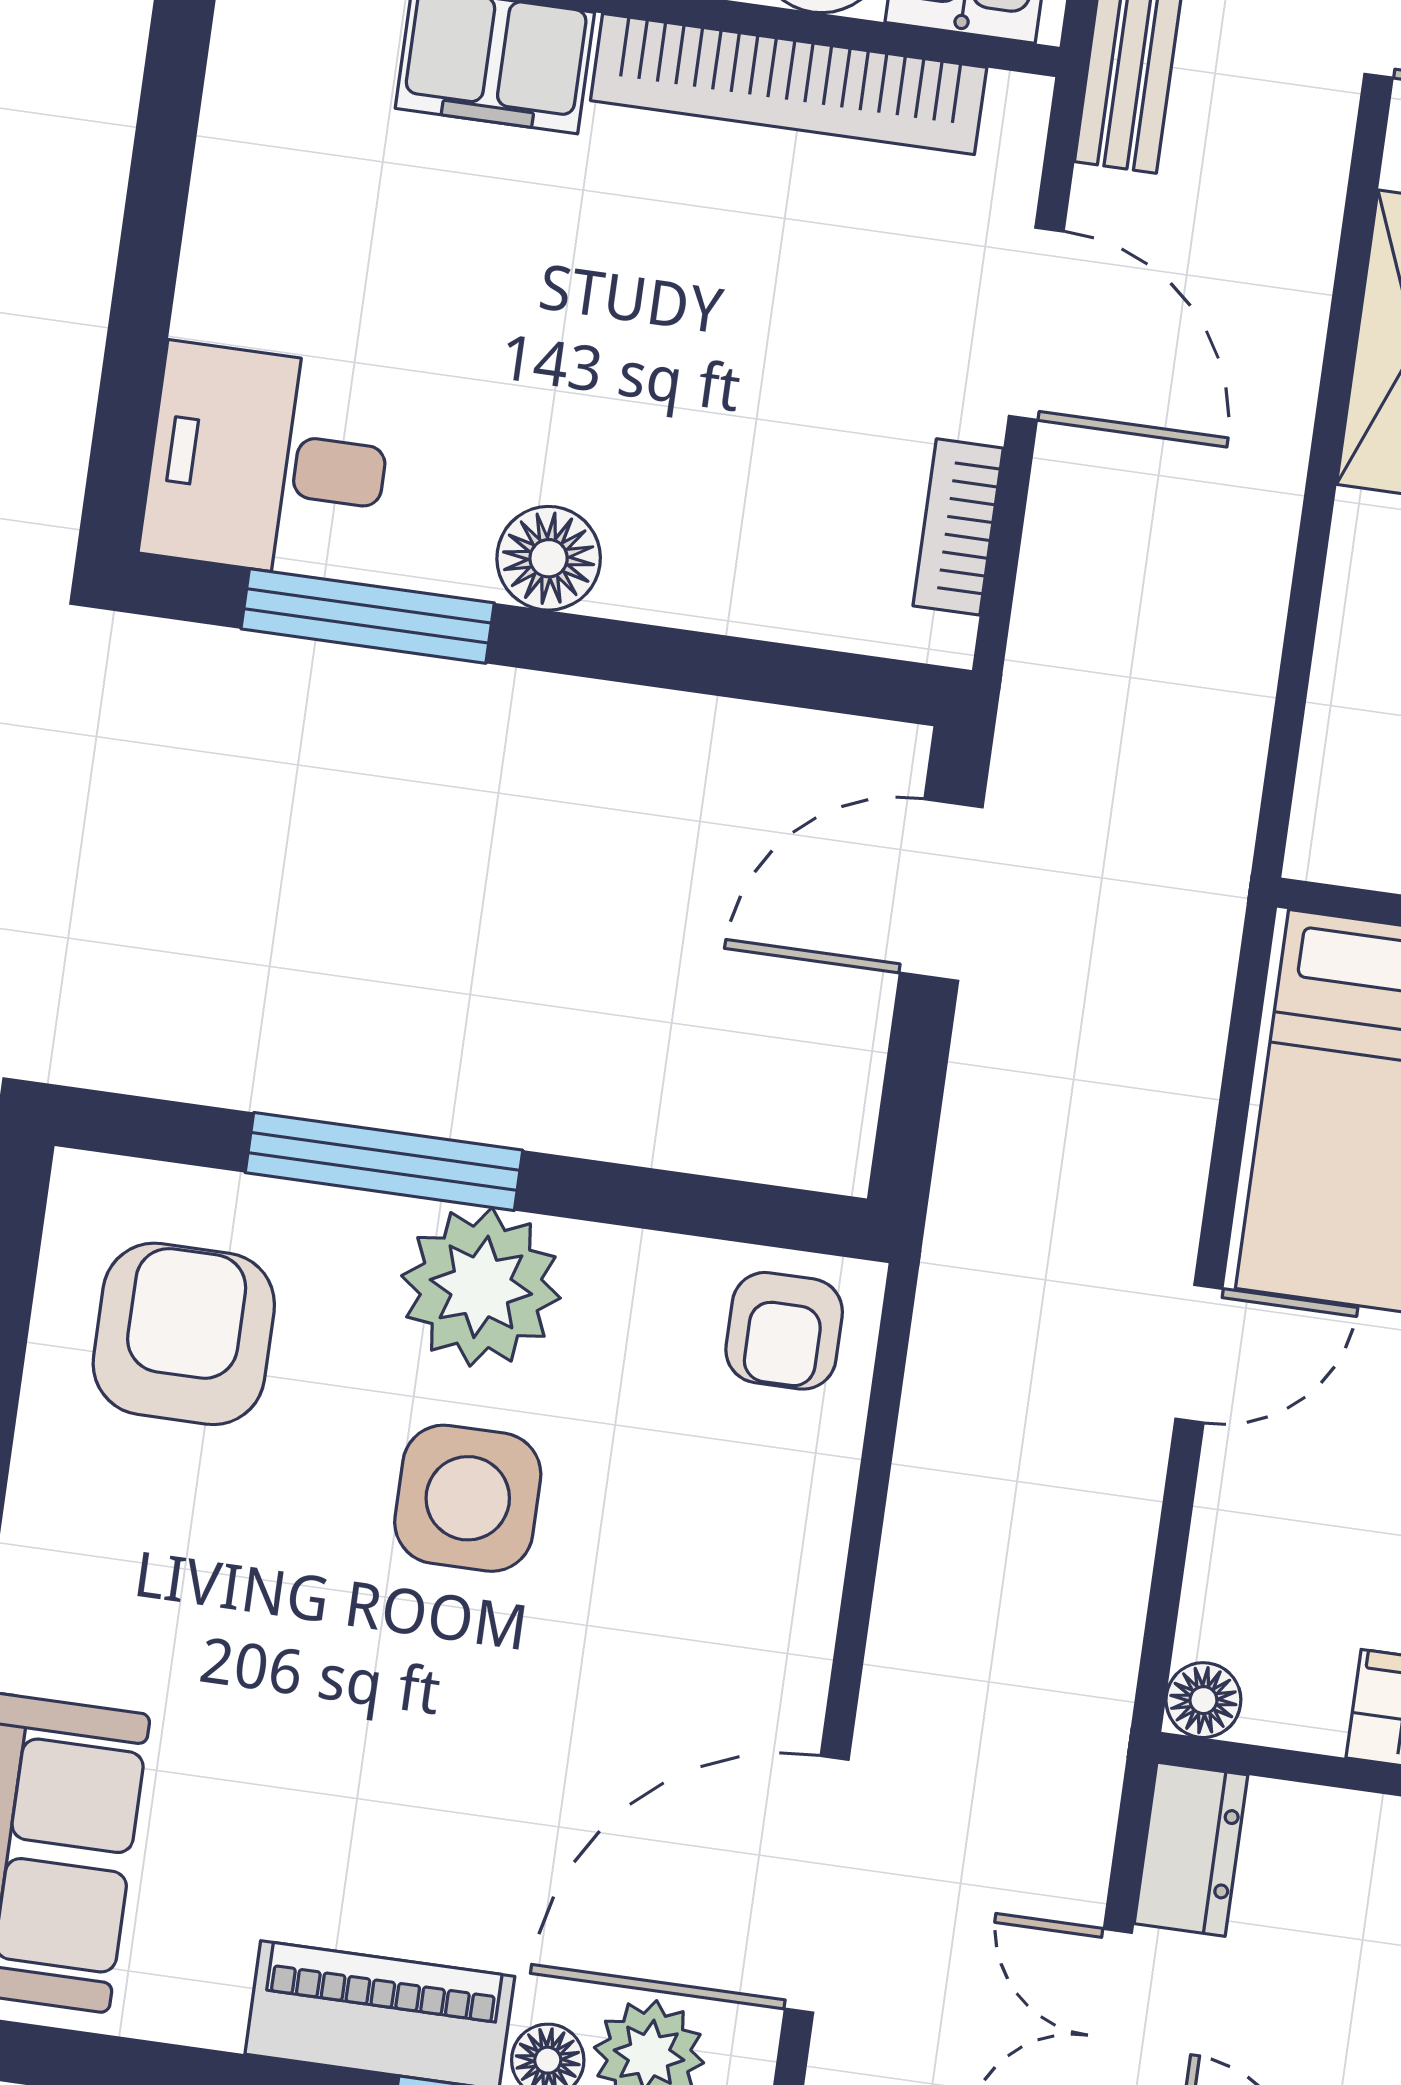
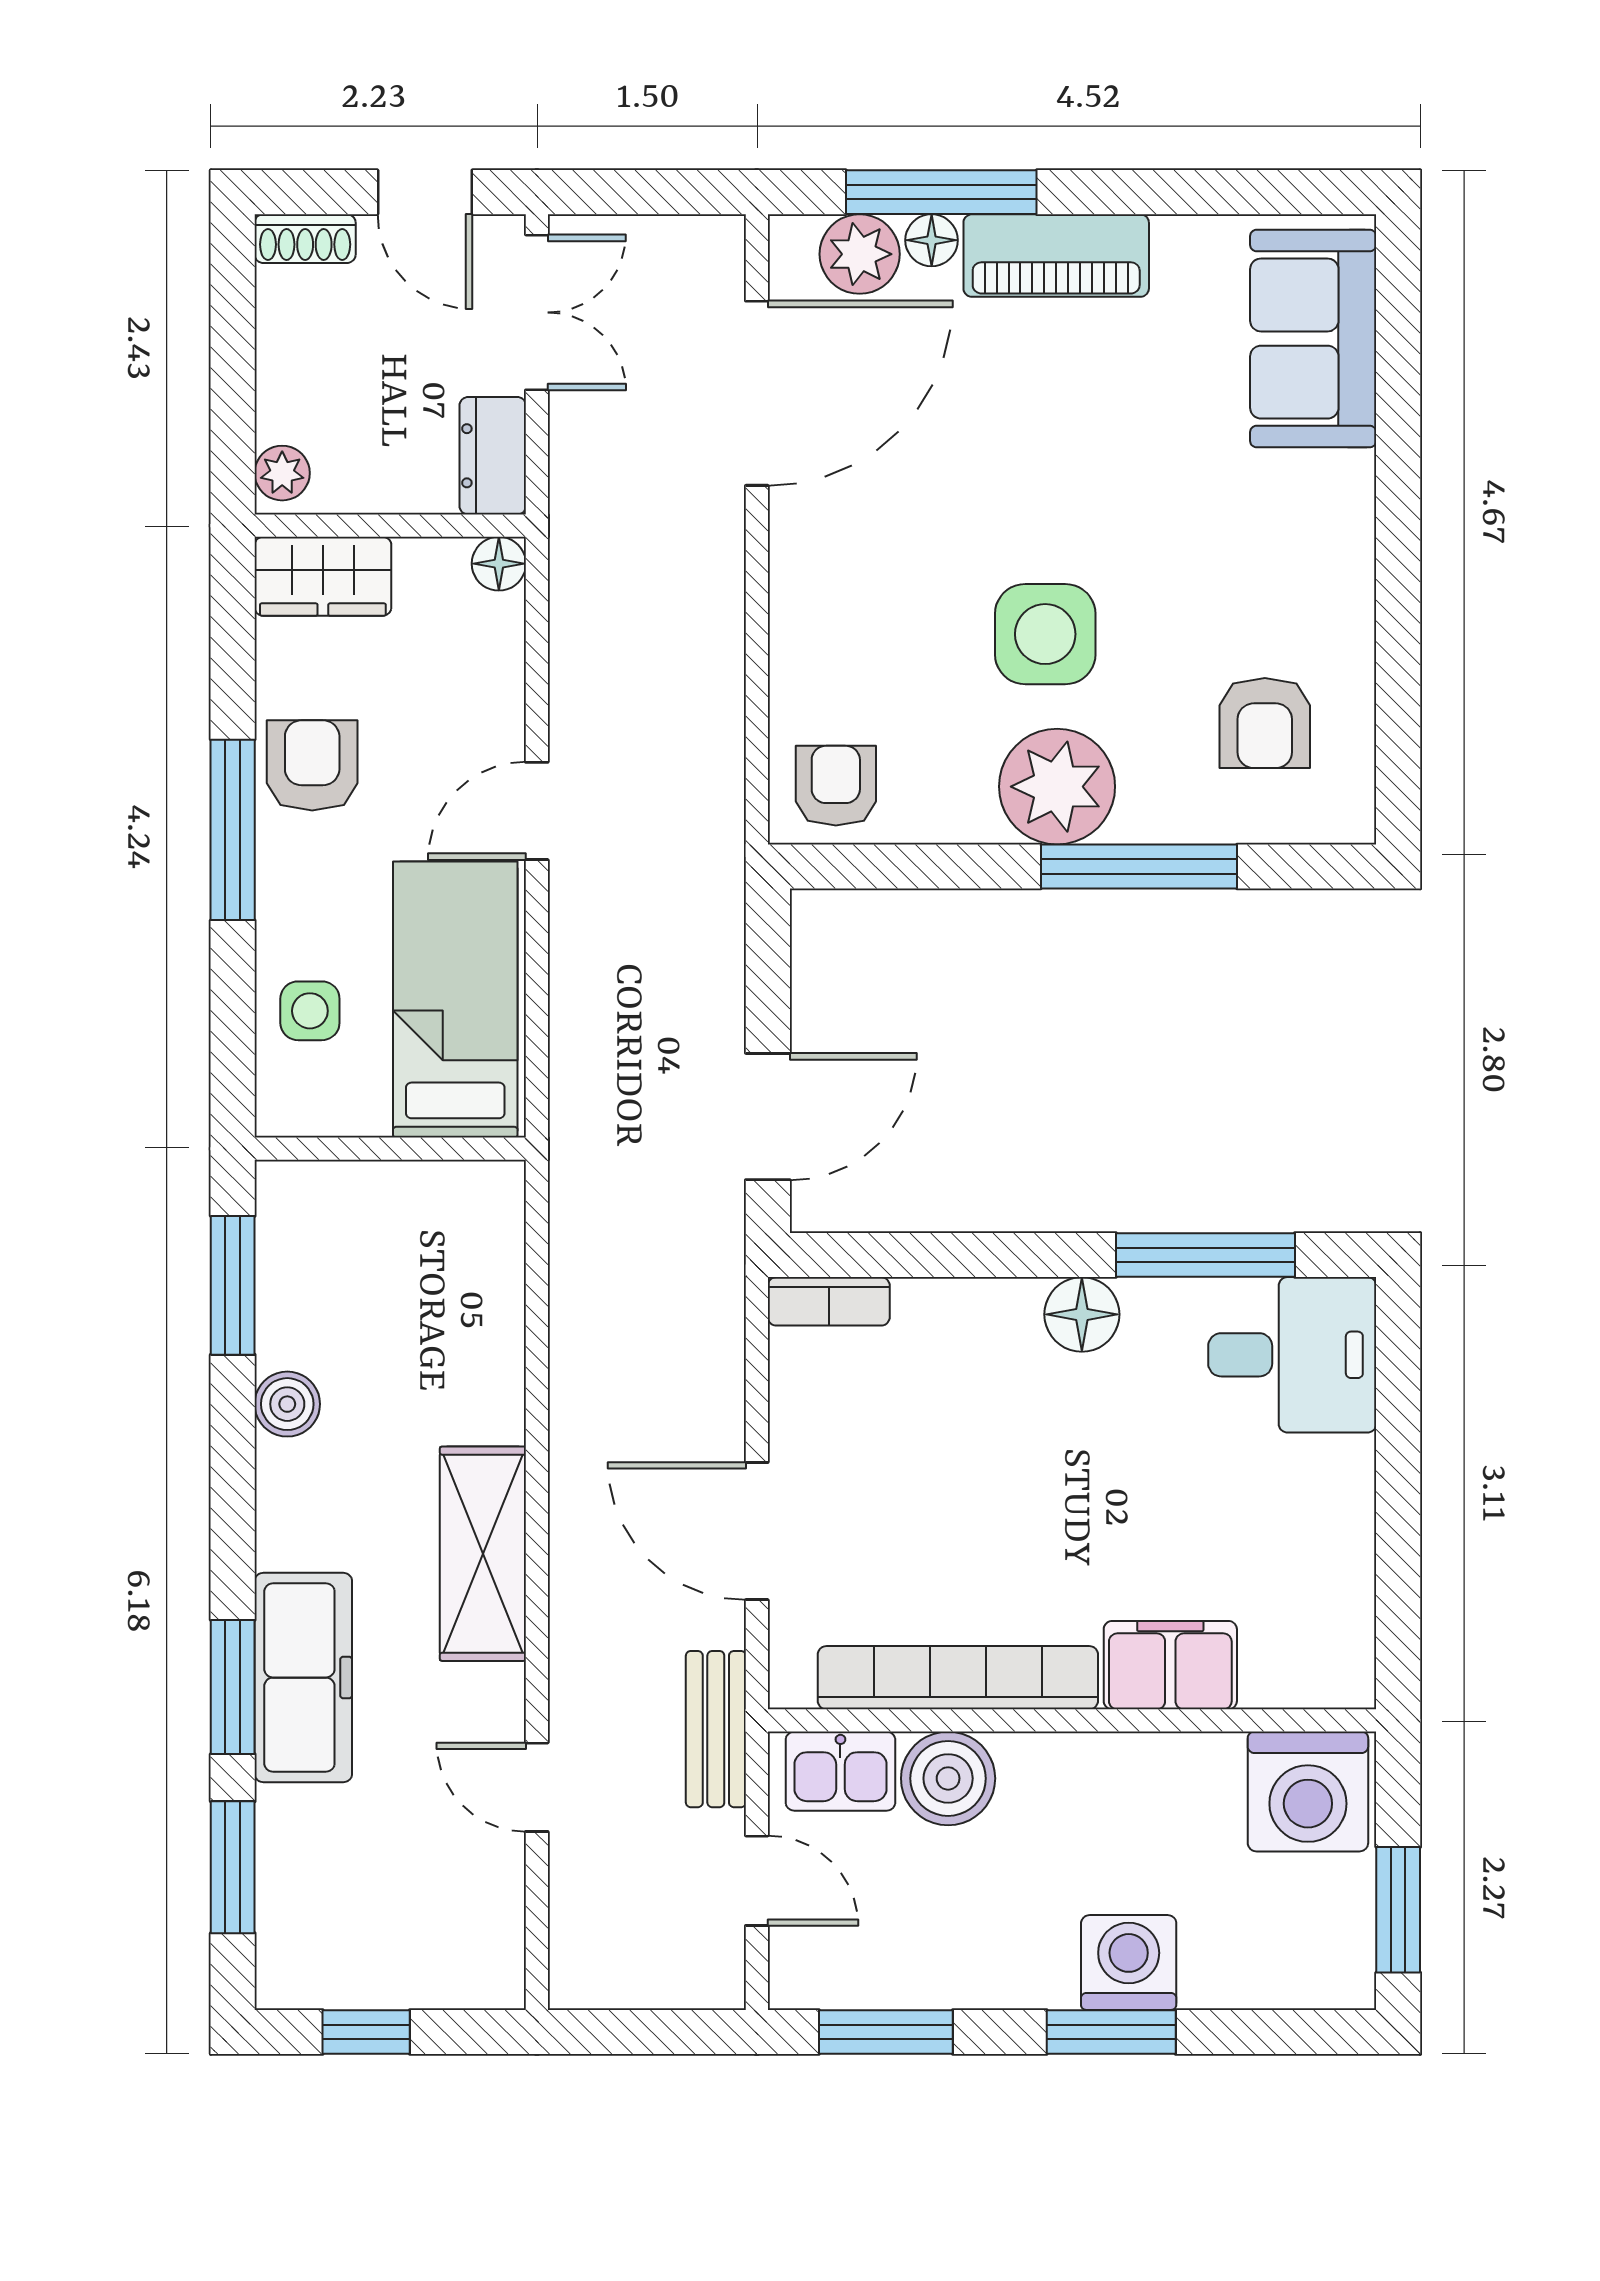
bookcase: (958, 527) -> (829, 1301), moved, turned 90
armchair: (184, 1334) -> (1265, 723), width x0.72, depth x0.72

